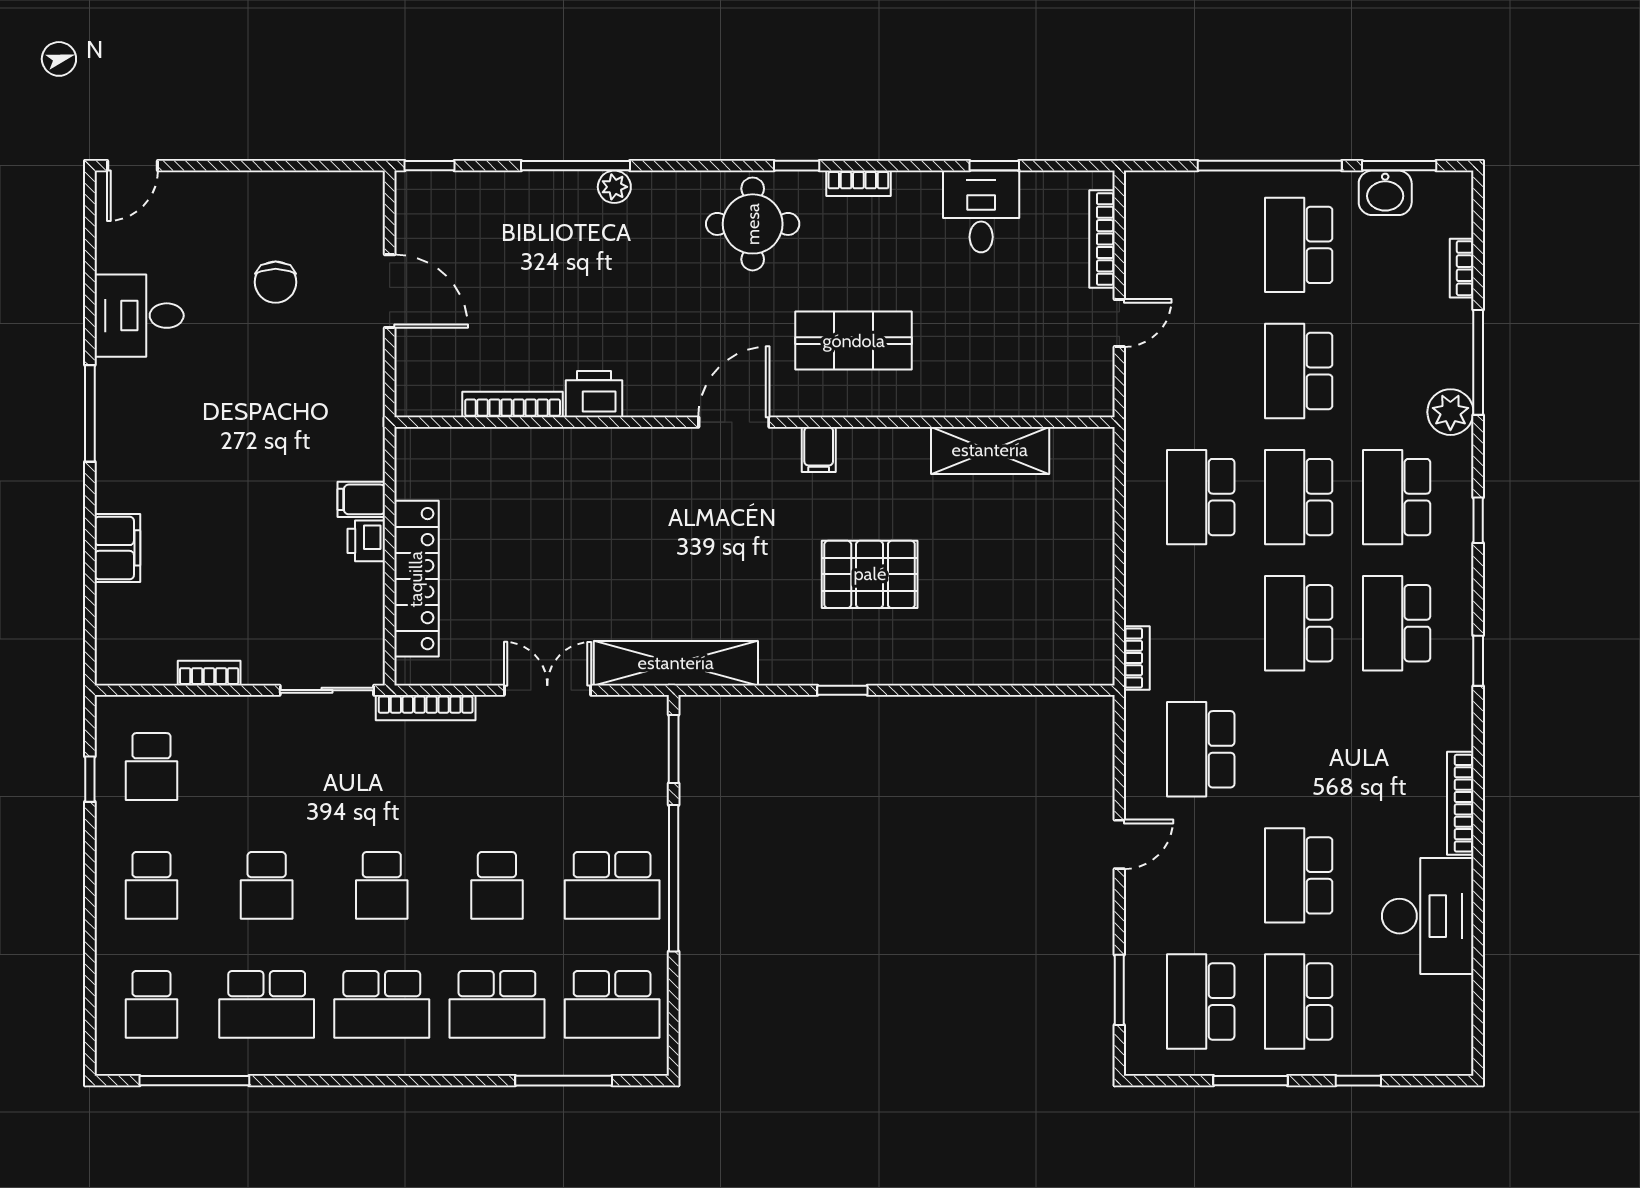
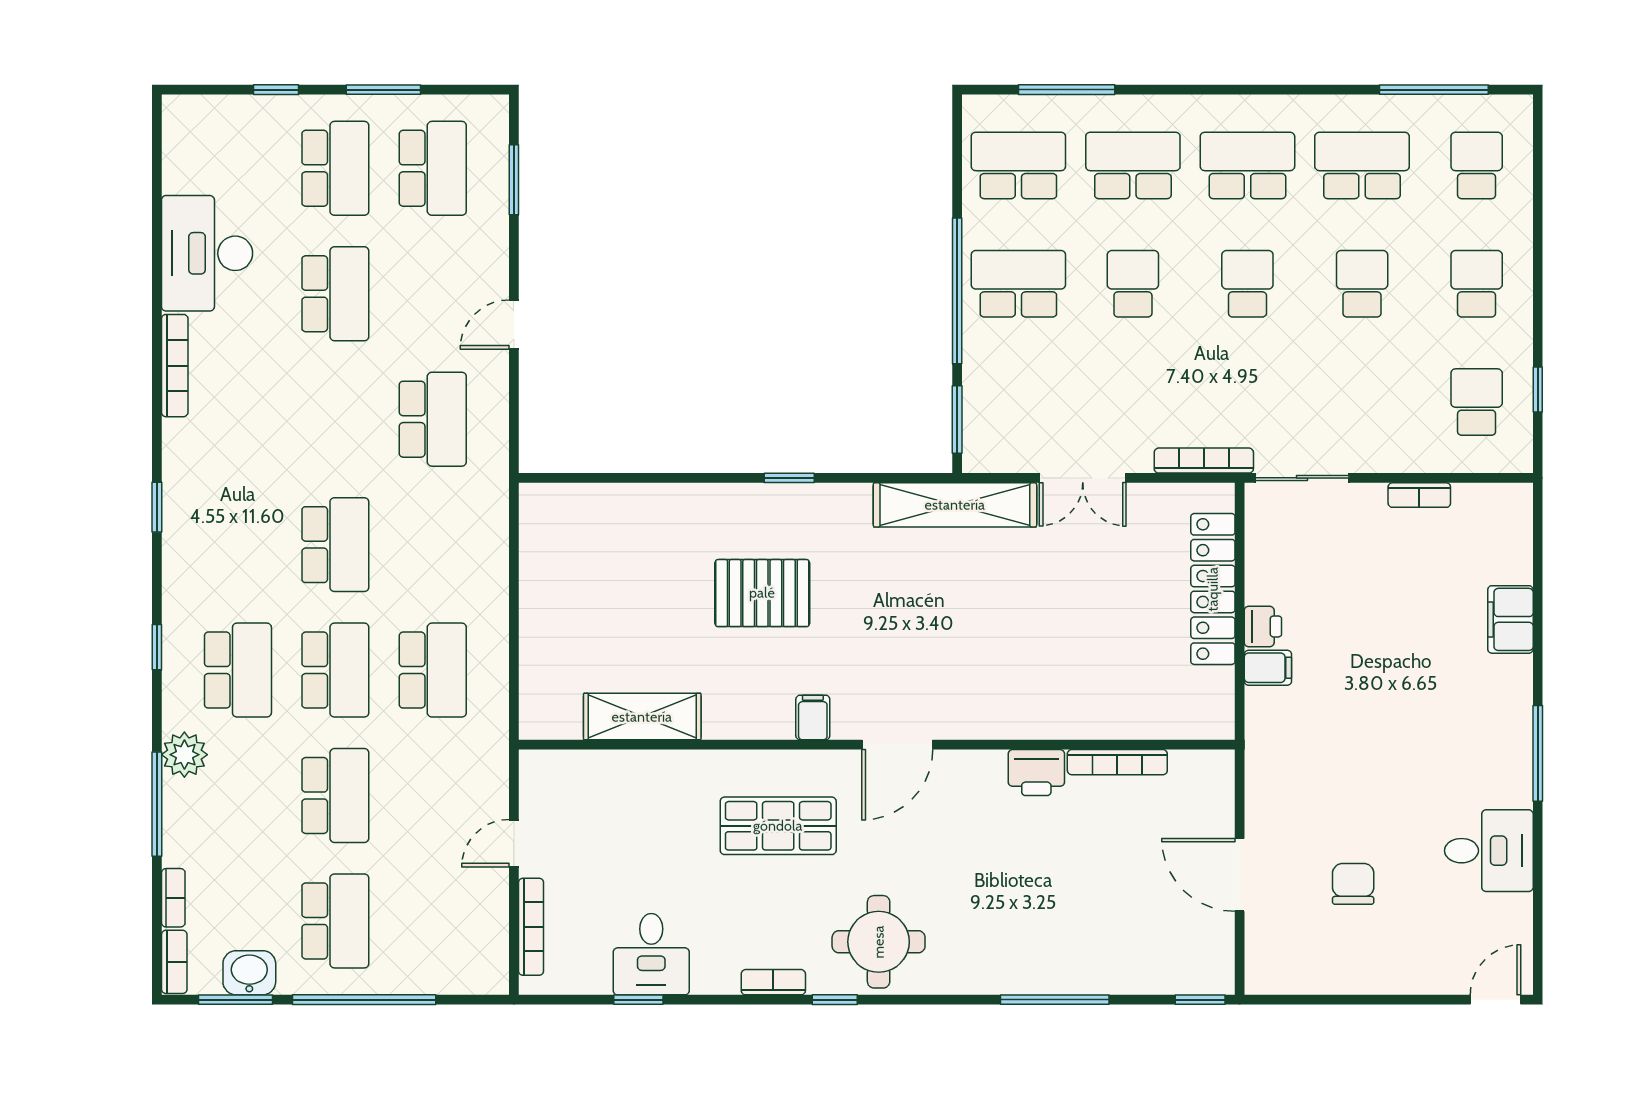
plant: (614, 187) -> (1016, 979), removed
school desk: (1397, 623) -> (238, 545), removed
bookcase: (1137, 658) -> (174, 962), moved, turned 180

